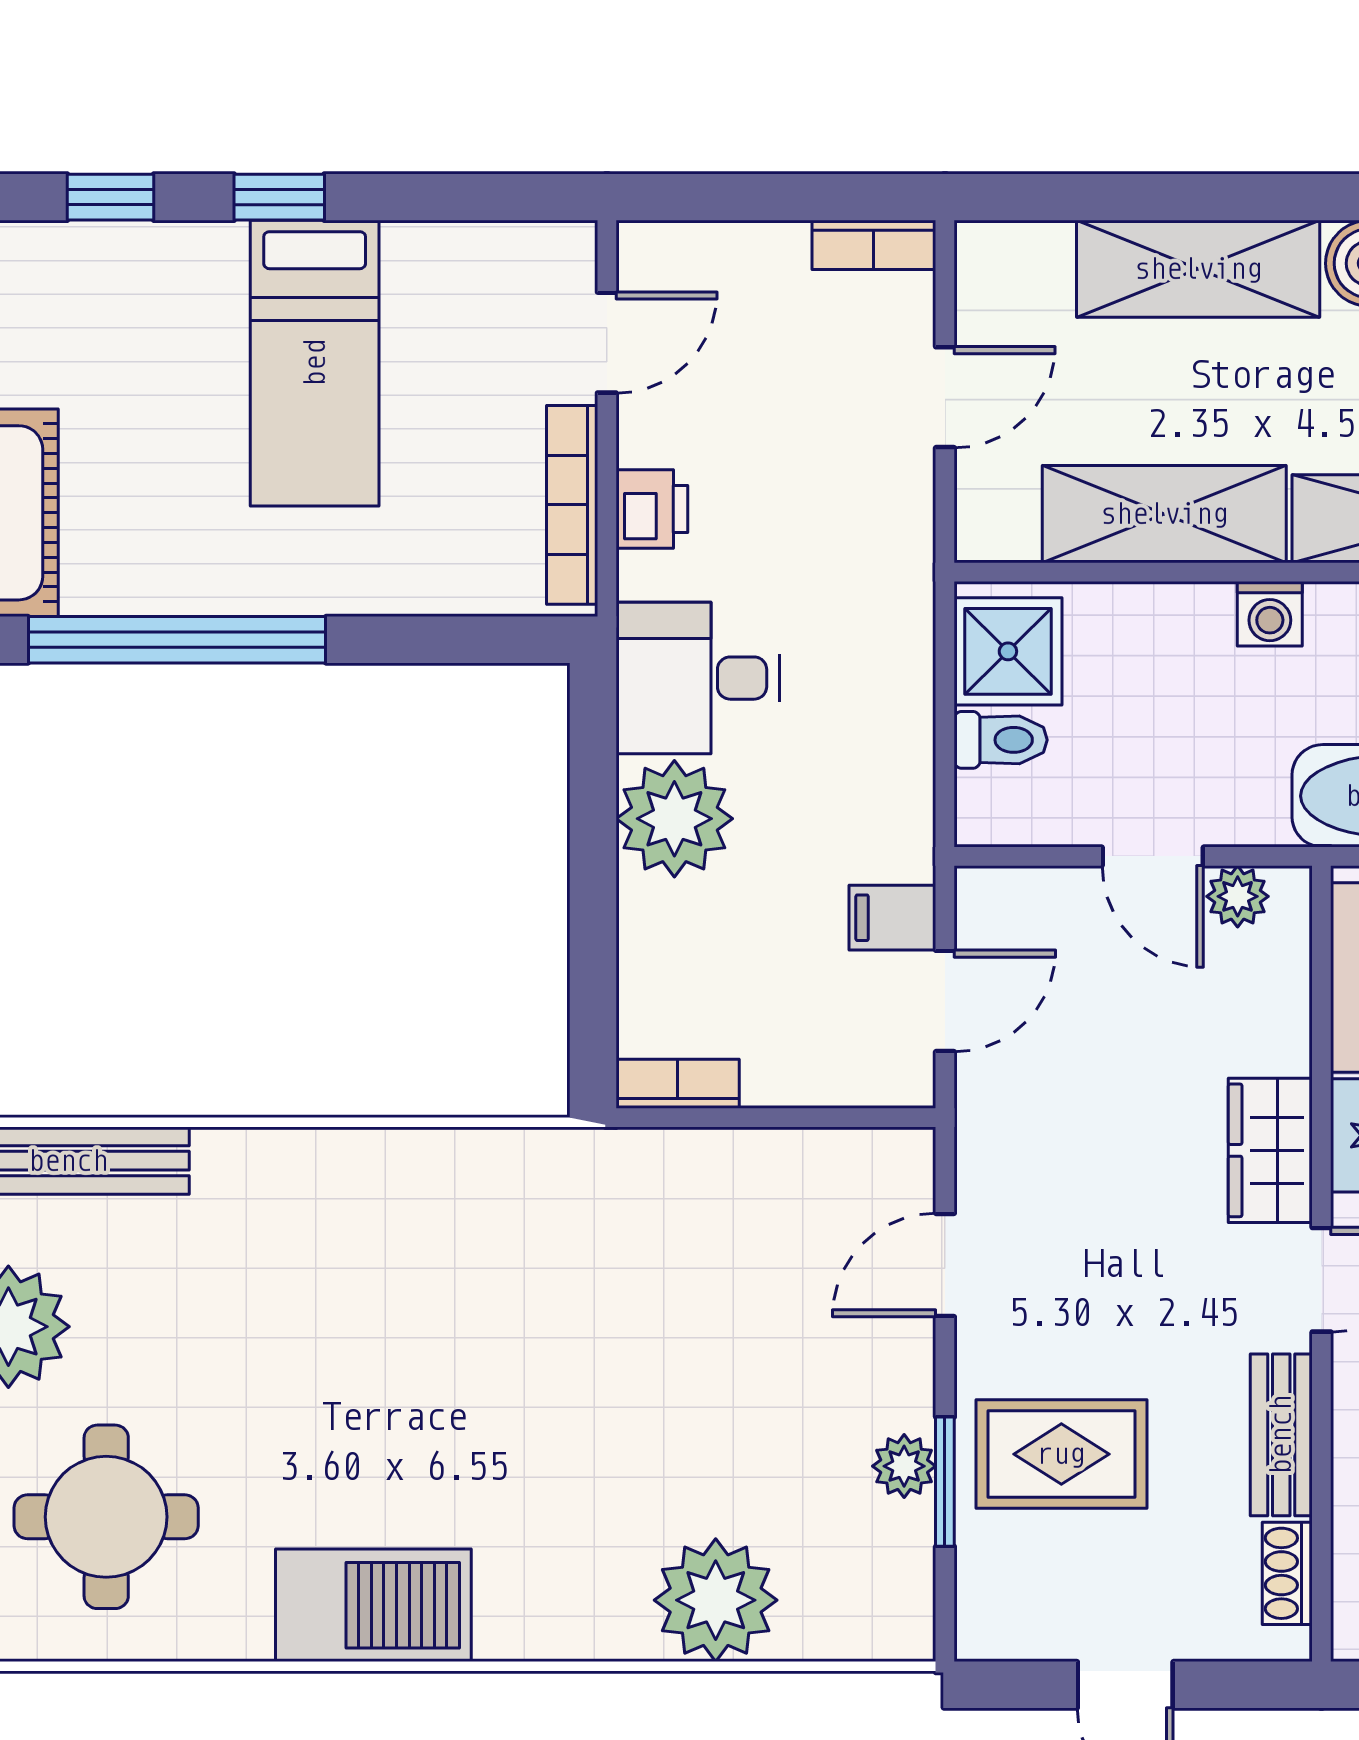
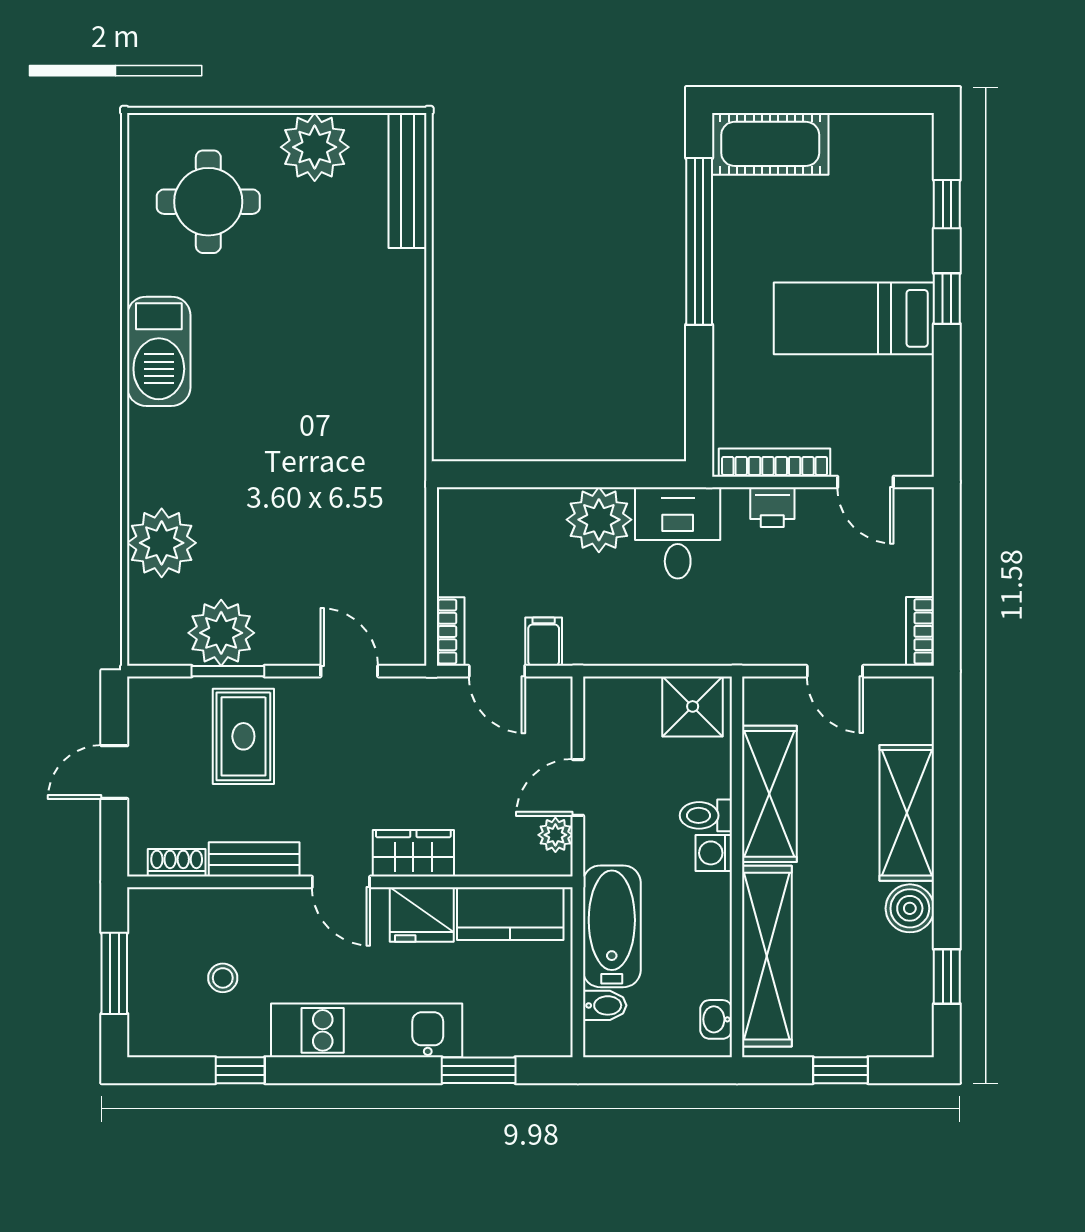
toilet: (1001, 740) -> (706, 815), moved, turned 90
bookcase: (678, 1084) -> (451, 632), moved
plant: (904, 1466) -> (221, 633), width x1.87, depth x1.87

